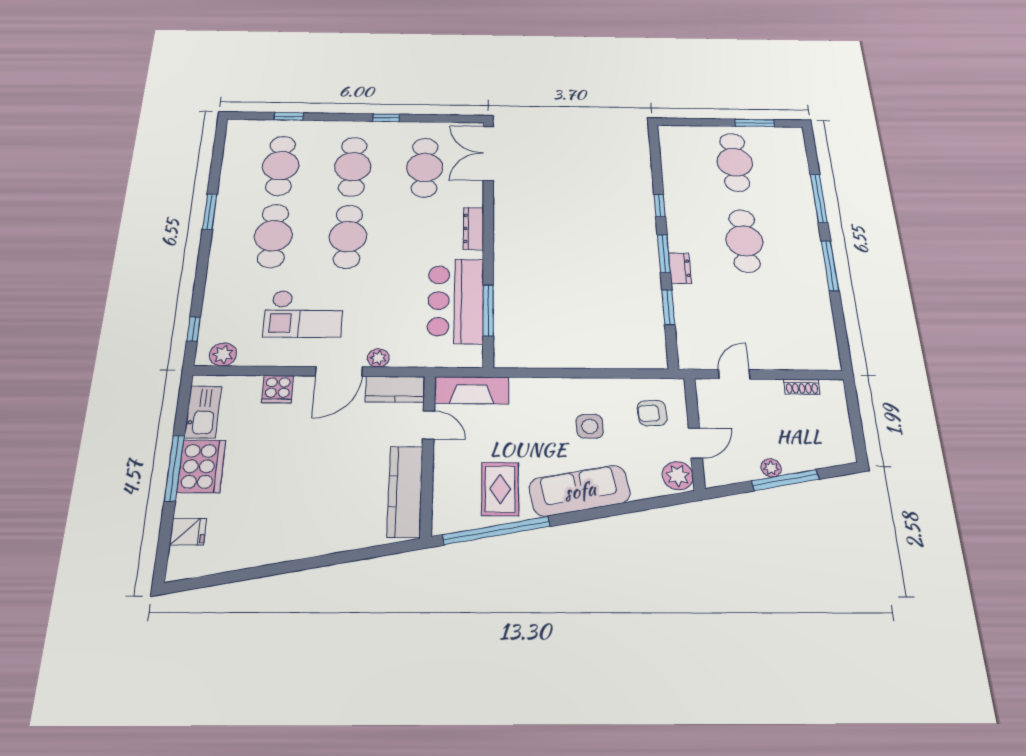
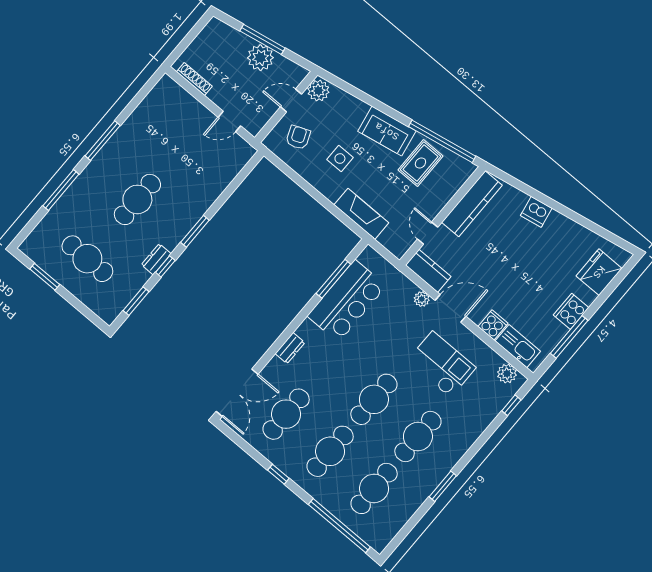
window: (289, 116) -> (339, 526), width x3.17
cafe table: (735, 162) -> (87, 259), turned 90
dresser: (473, 228) -> (290, 348), width x0.70
dresser: (680, 268) -> (156, 259), moved
window: (668, 307) -> (136, 301), moved
shoe rack: (802, 387) -> (194, 79), width x1.43
fireplace: (472, 390) -> (361, 214), moved
kitchen sink: (203, 412) -> (518, 346), moved, turned 90
armchair: (652, 413) -> (298, 137), turned -109
cooker: (201, 466) -> (571, 311), width x0.73, depth x0.76
window: (174, 468) -> (569, 337), moved
plant: (771, 468) -> (260, 58), width x1.88, depth x1.88
sofa: (580, 491) -> (387, 131), width x0.73
fridge: (188, 532) -> (599, 272), width x1.88, depth x1.34
dishwasher: (323, 540) -> (536, 212), added

